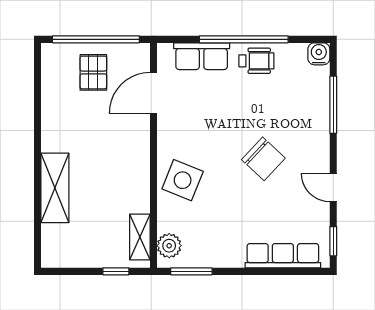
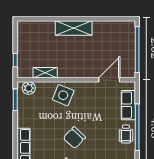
pallet: (93, 72) -> (120, 48), removed
door: (154, 93) -> (109, 80), hinge flipped
shelving: (55, 188) -> (74, 28), moved
shelving: (140, 237) -> (45, 73), moved

